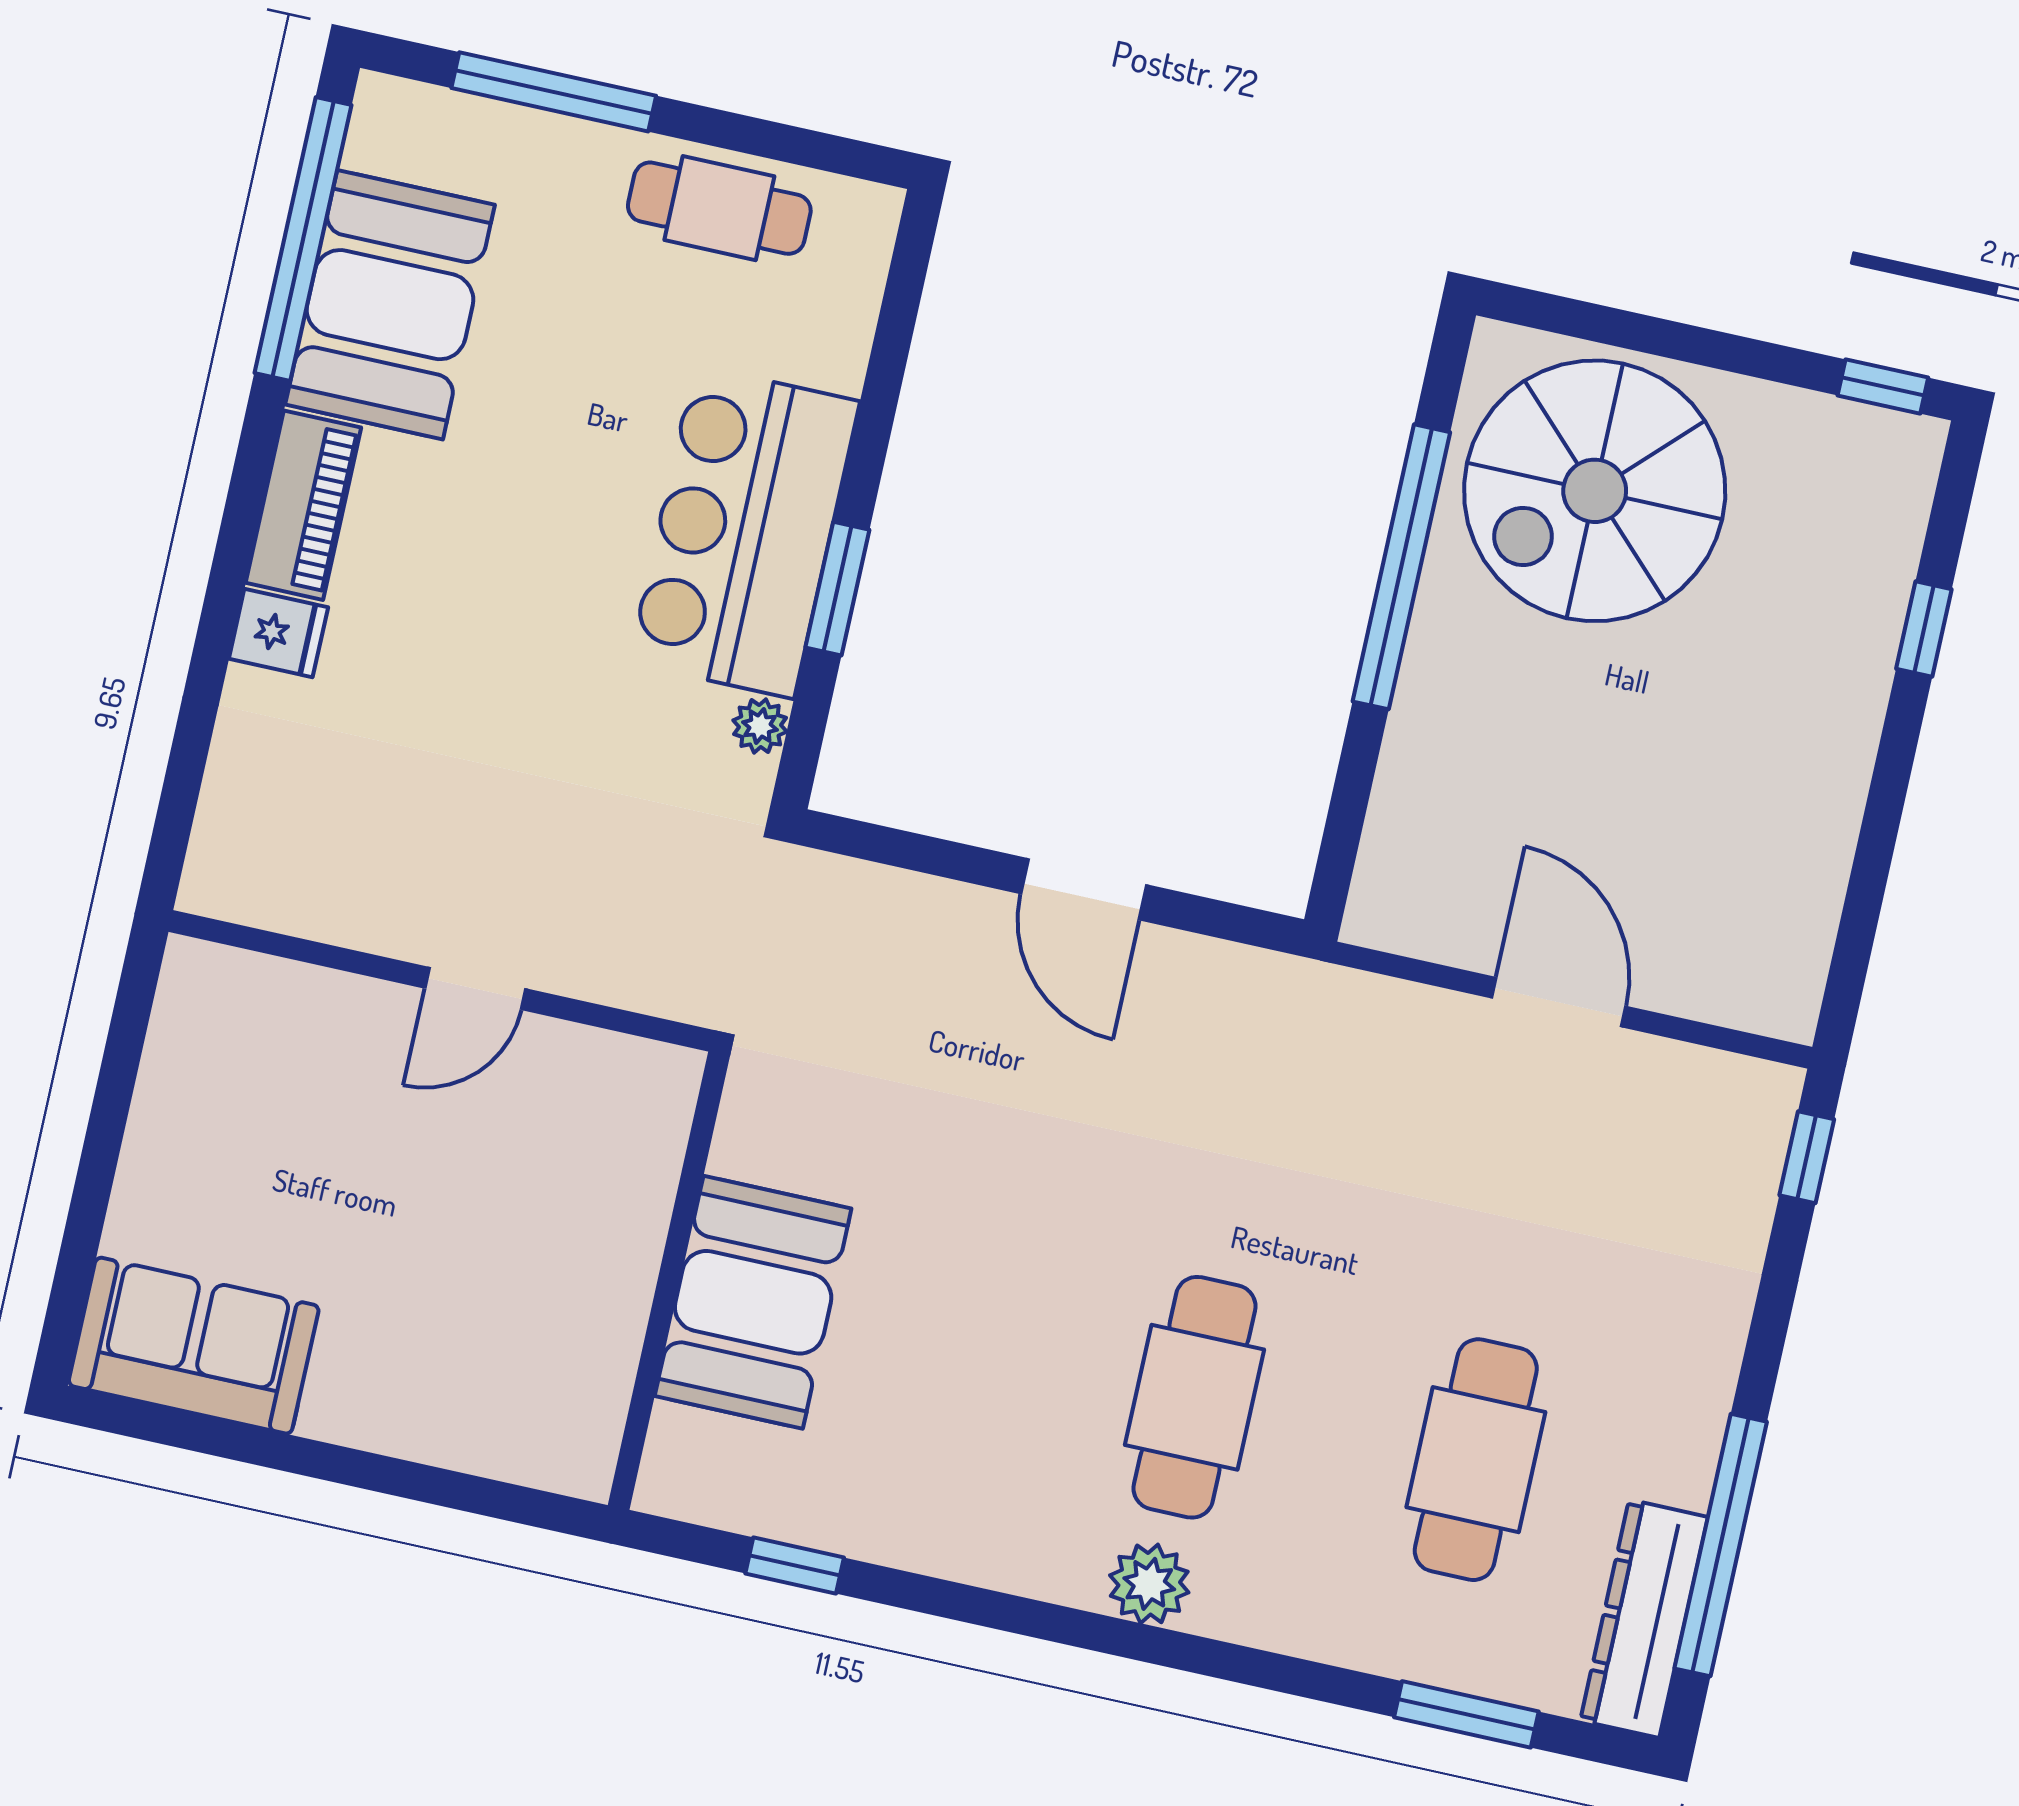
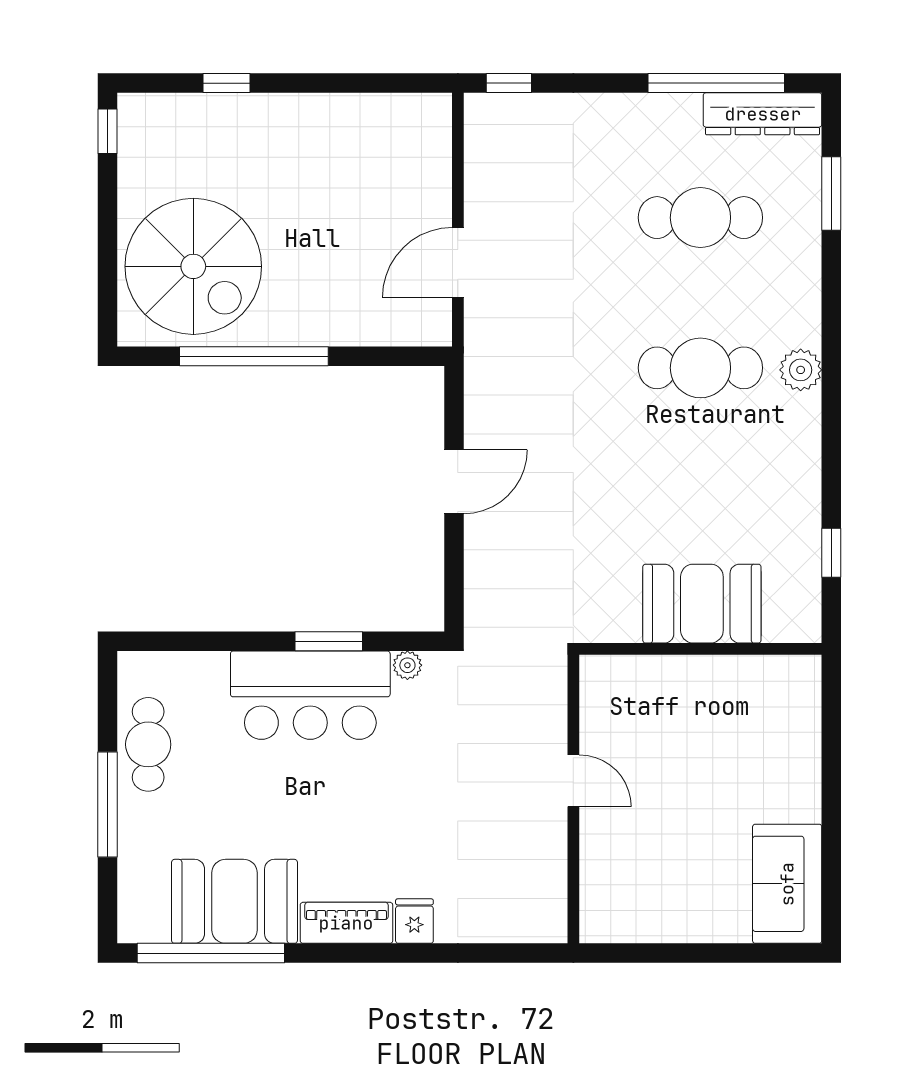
window: (554, 92) -> (108, 804), moved
door: (1559, 1002) -> (458, 263), moved

